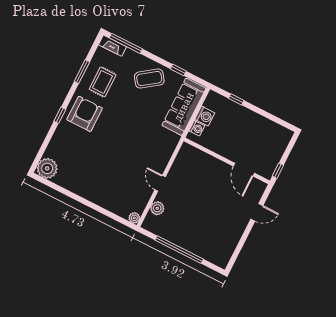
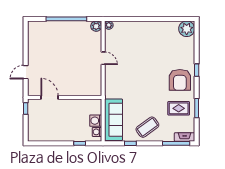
rug: (103, 82) -> (179, 108), turned 90
washing machine: (197, 128) -> (97, 132), moved
plant: (157, 208) -> (96, 26), moved

